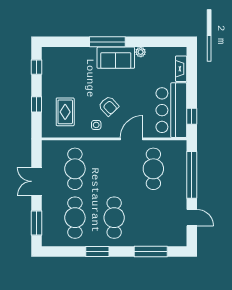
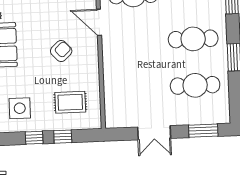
window: (36, 67) -> (34, 138), moved
side table: (96, 125) -> (20, 108), moved, width x1.87, depth x1.87
cafe table: (75, 169) -> (137, 88), removed

